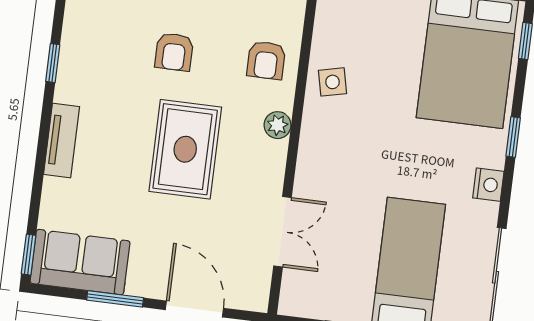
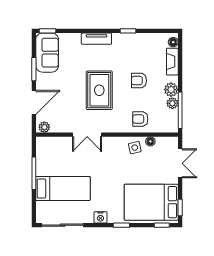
floor lamp: (322, 43) -> (150, 141), added
plant: (278, 125) -> (44, 127), moved
rug: (185, 149) -> (99, 90), turned 90
double door: (282, 232) -> (87, 135), moved

